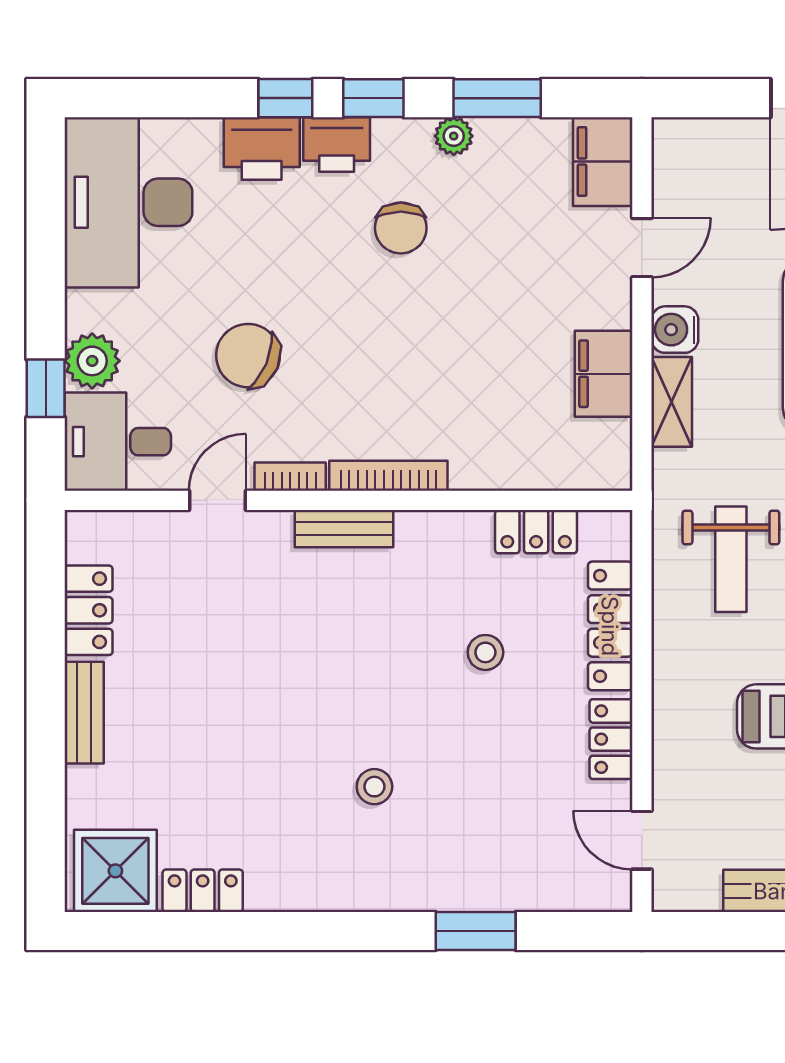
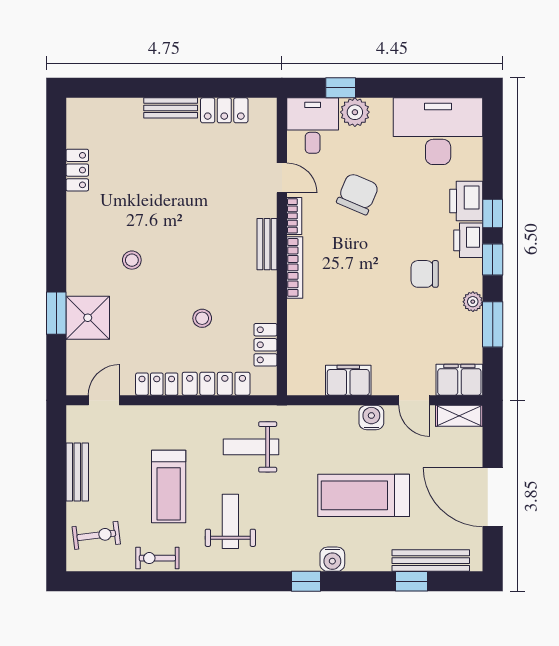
shelving: (672, 402) -> (459, 416), moved
shower: (115, 871) -> (88, 318), moved

